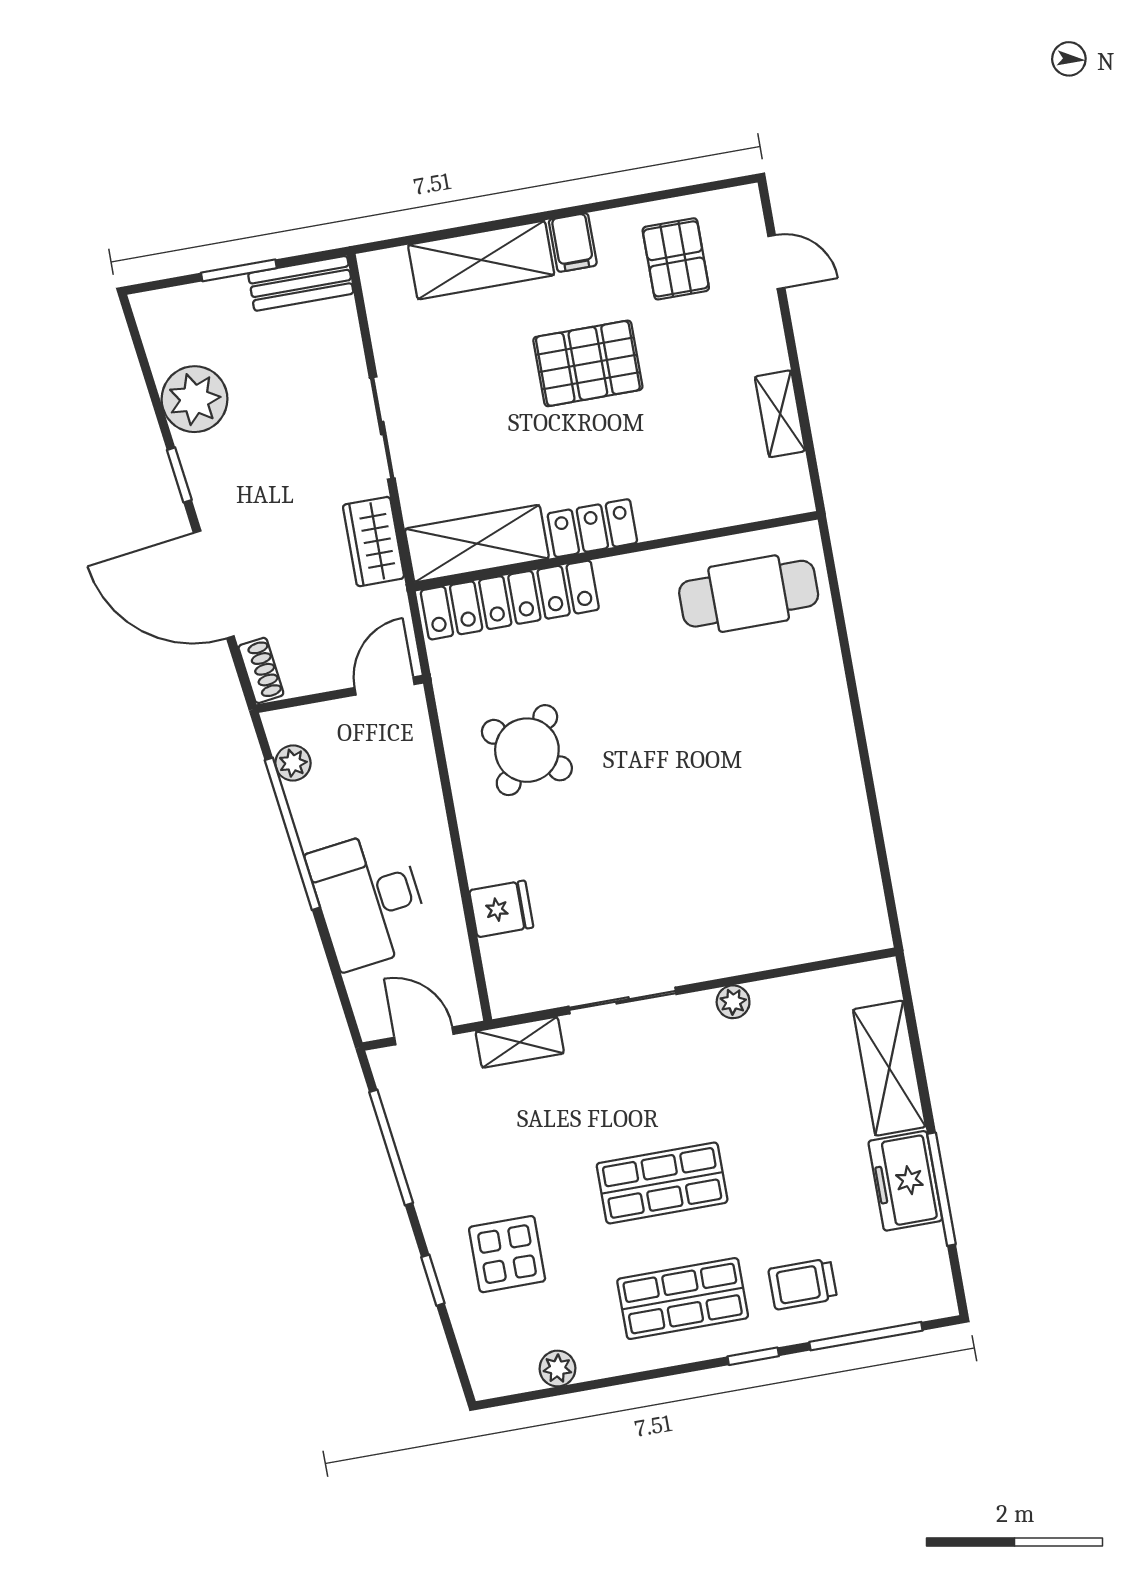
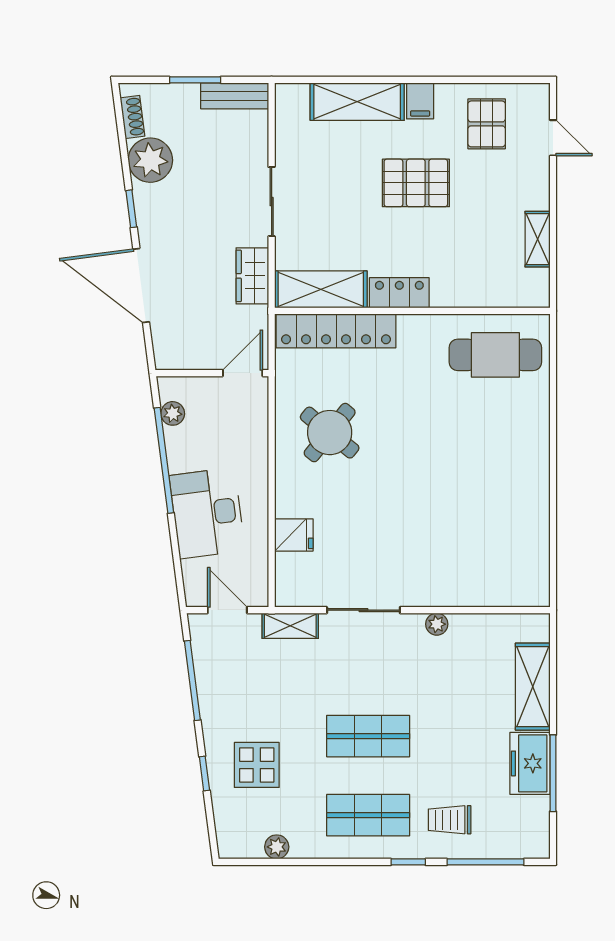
shoe rack: (261, 670) -> (132, 117), moved

